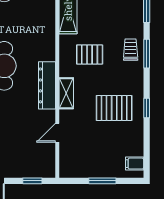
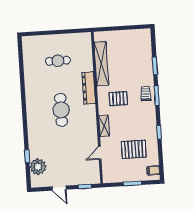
dresser: (47, 85) -> (89, 88), moved
pallet: (114, 108) -> (134, 149), moved

